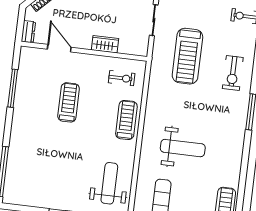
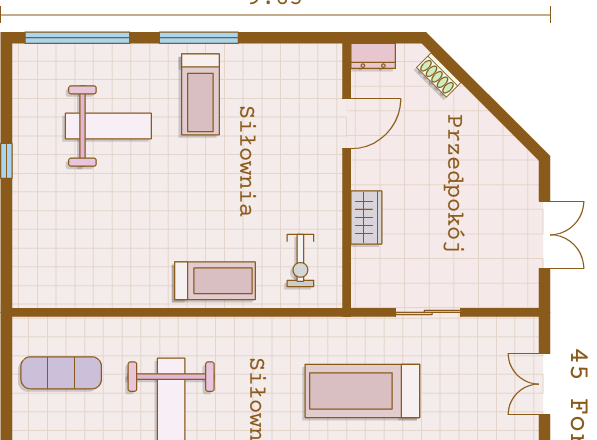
window: (13, 88) -> (199, 38), moved
treadmill: (69, 102) -> (200, 94), moved, turned 90
weight bench: (109, 183) -> (108, 126), moved

